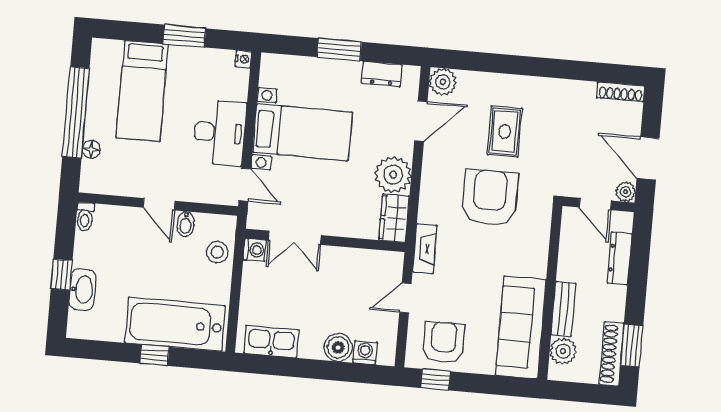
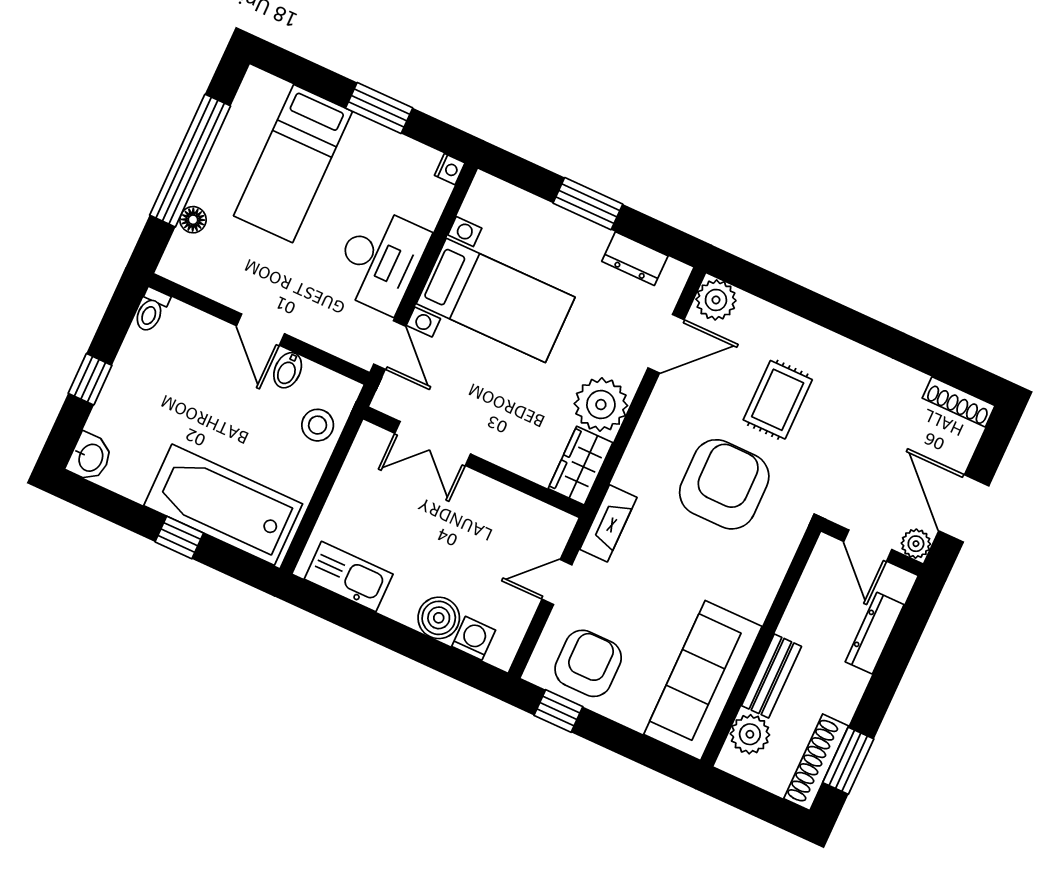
washing machine: (255, 250) -> (371, 441), removed
washbasin: (82, 289) -> (90, 457), moved, width x0.72

